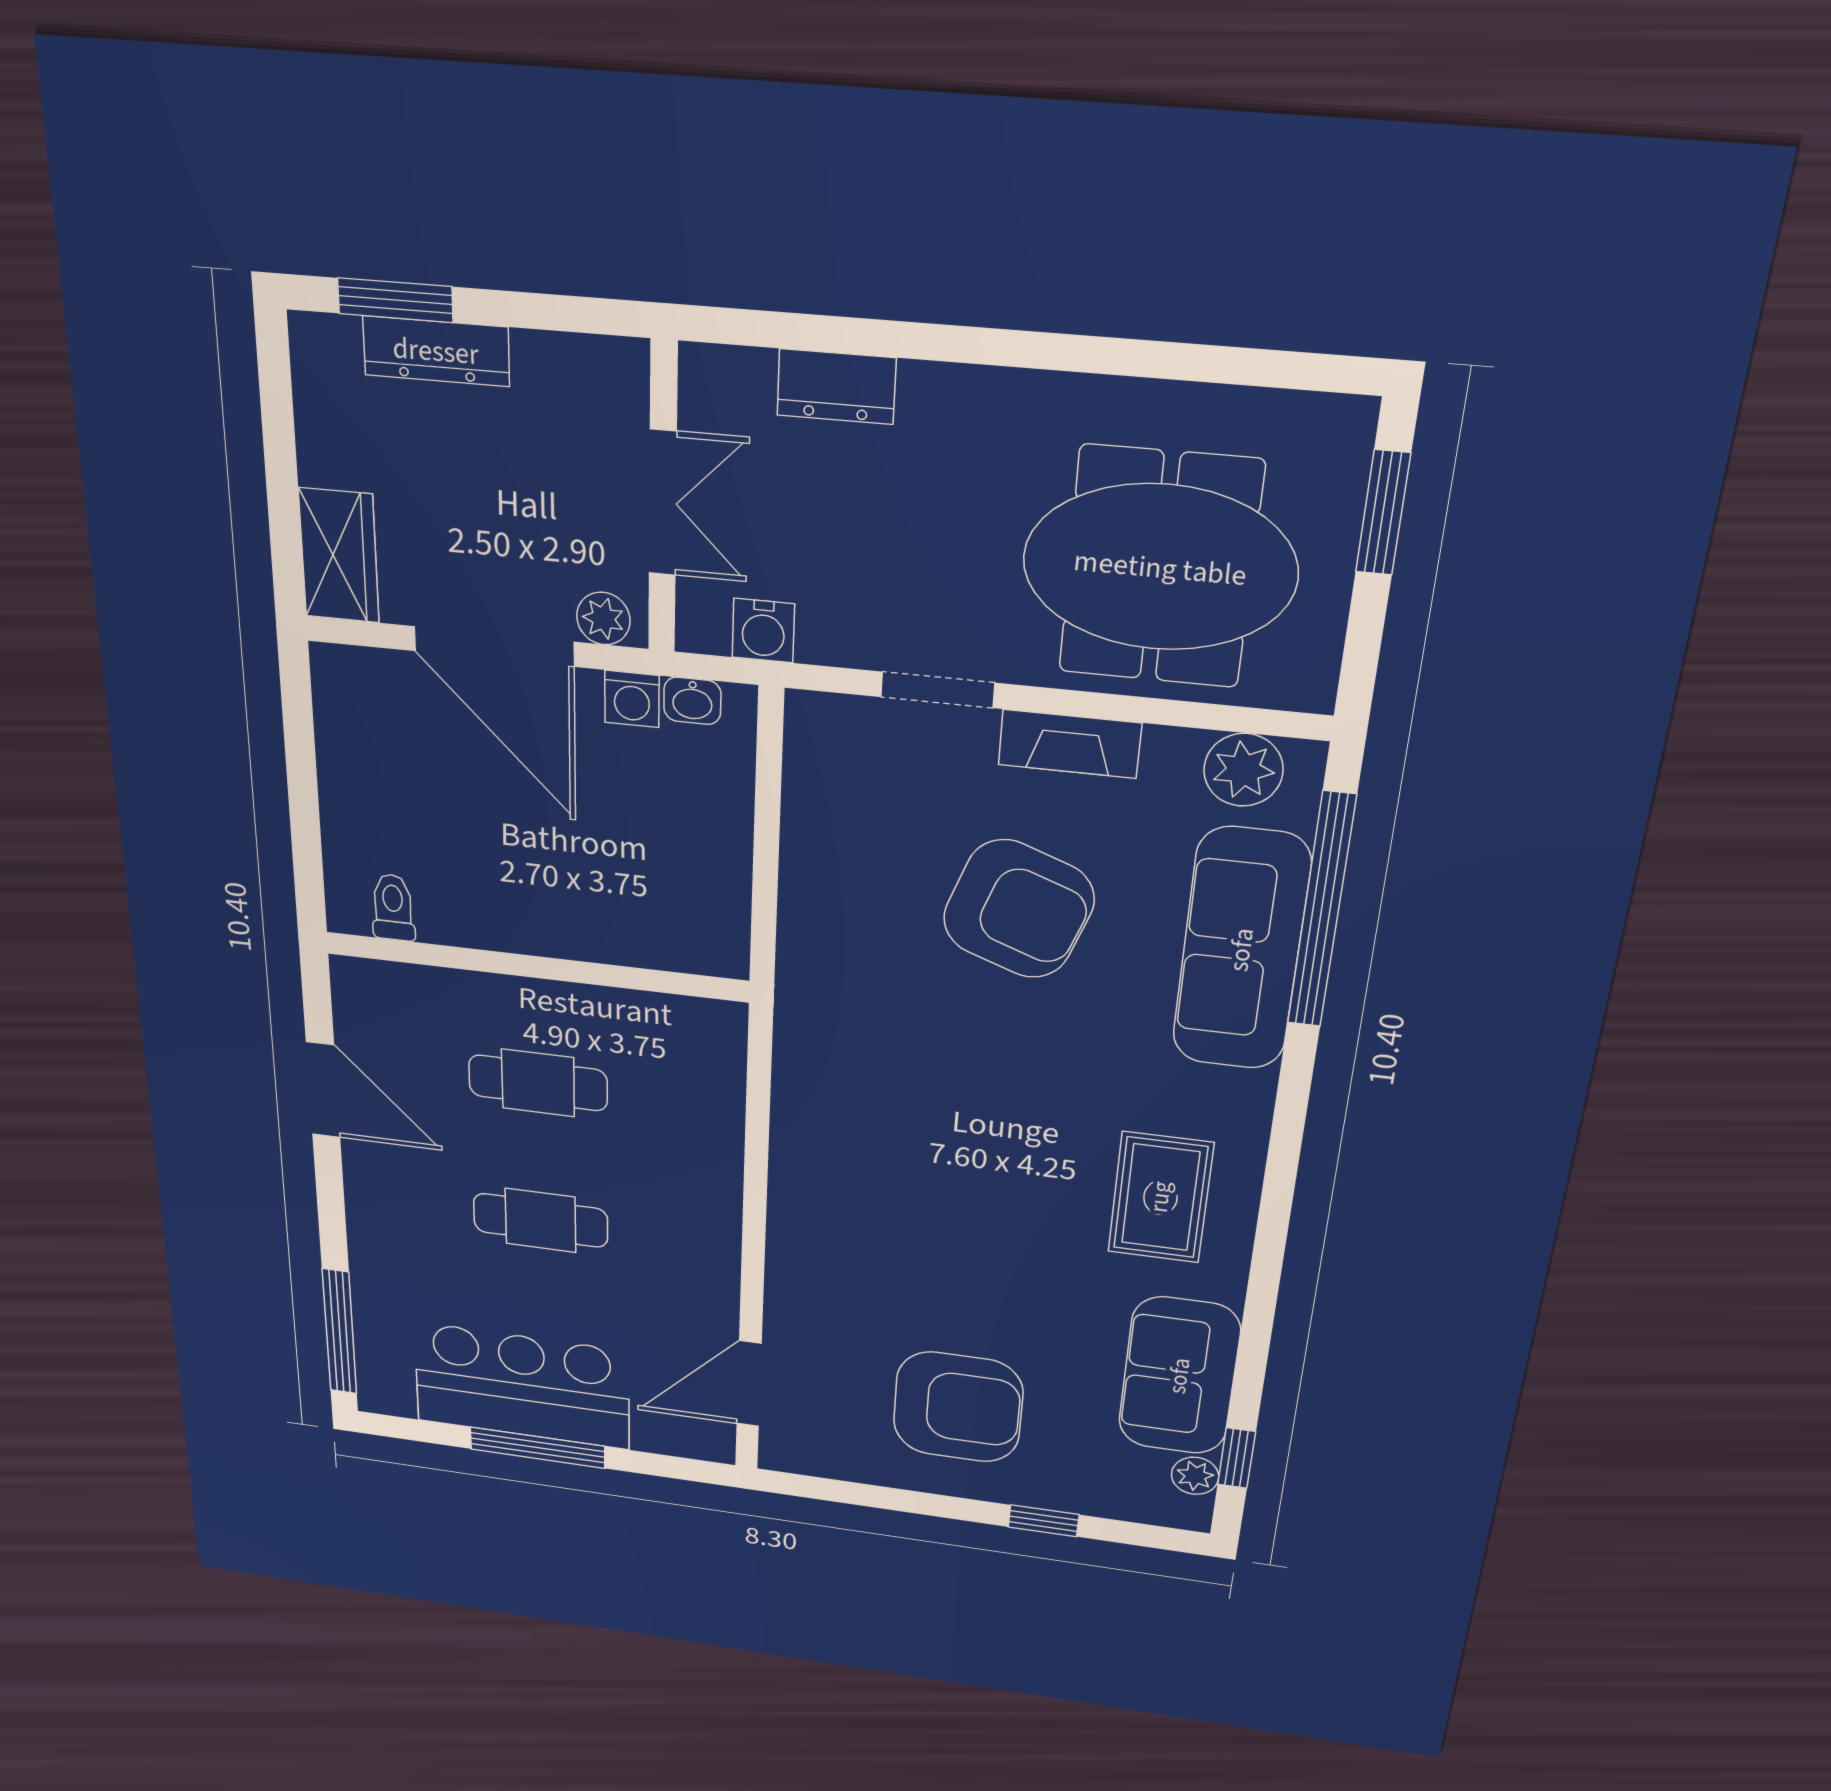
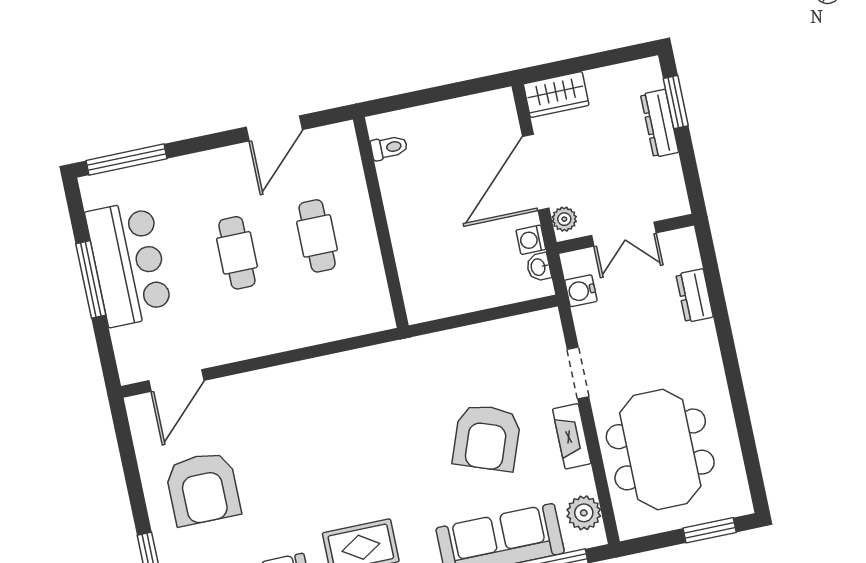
door: (749, 1384) -> (176, 381), swing flipped

